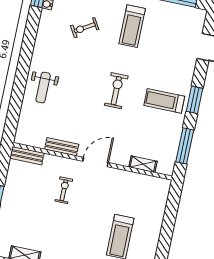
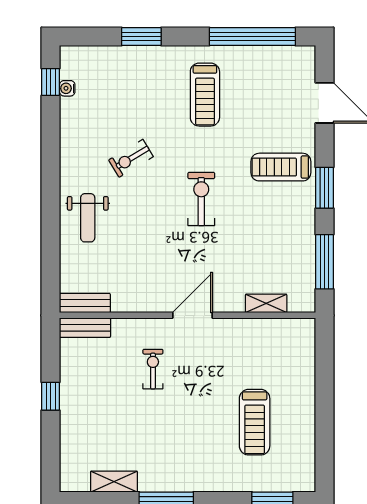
exercise bike: (85, 28) -> (131, 158), moved
treadmill: (164, 101) -> (281, 167), moved
bench: (62, 147) -> (85, 303), moved

